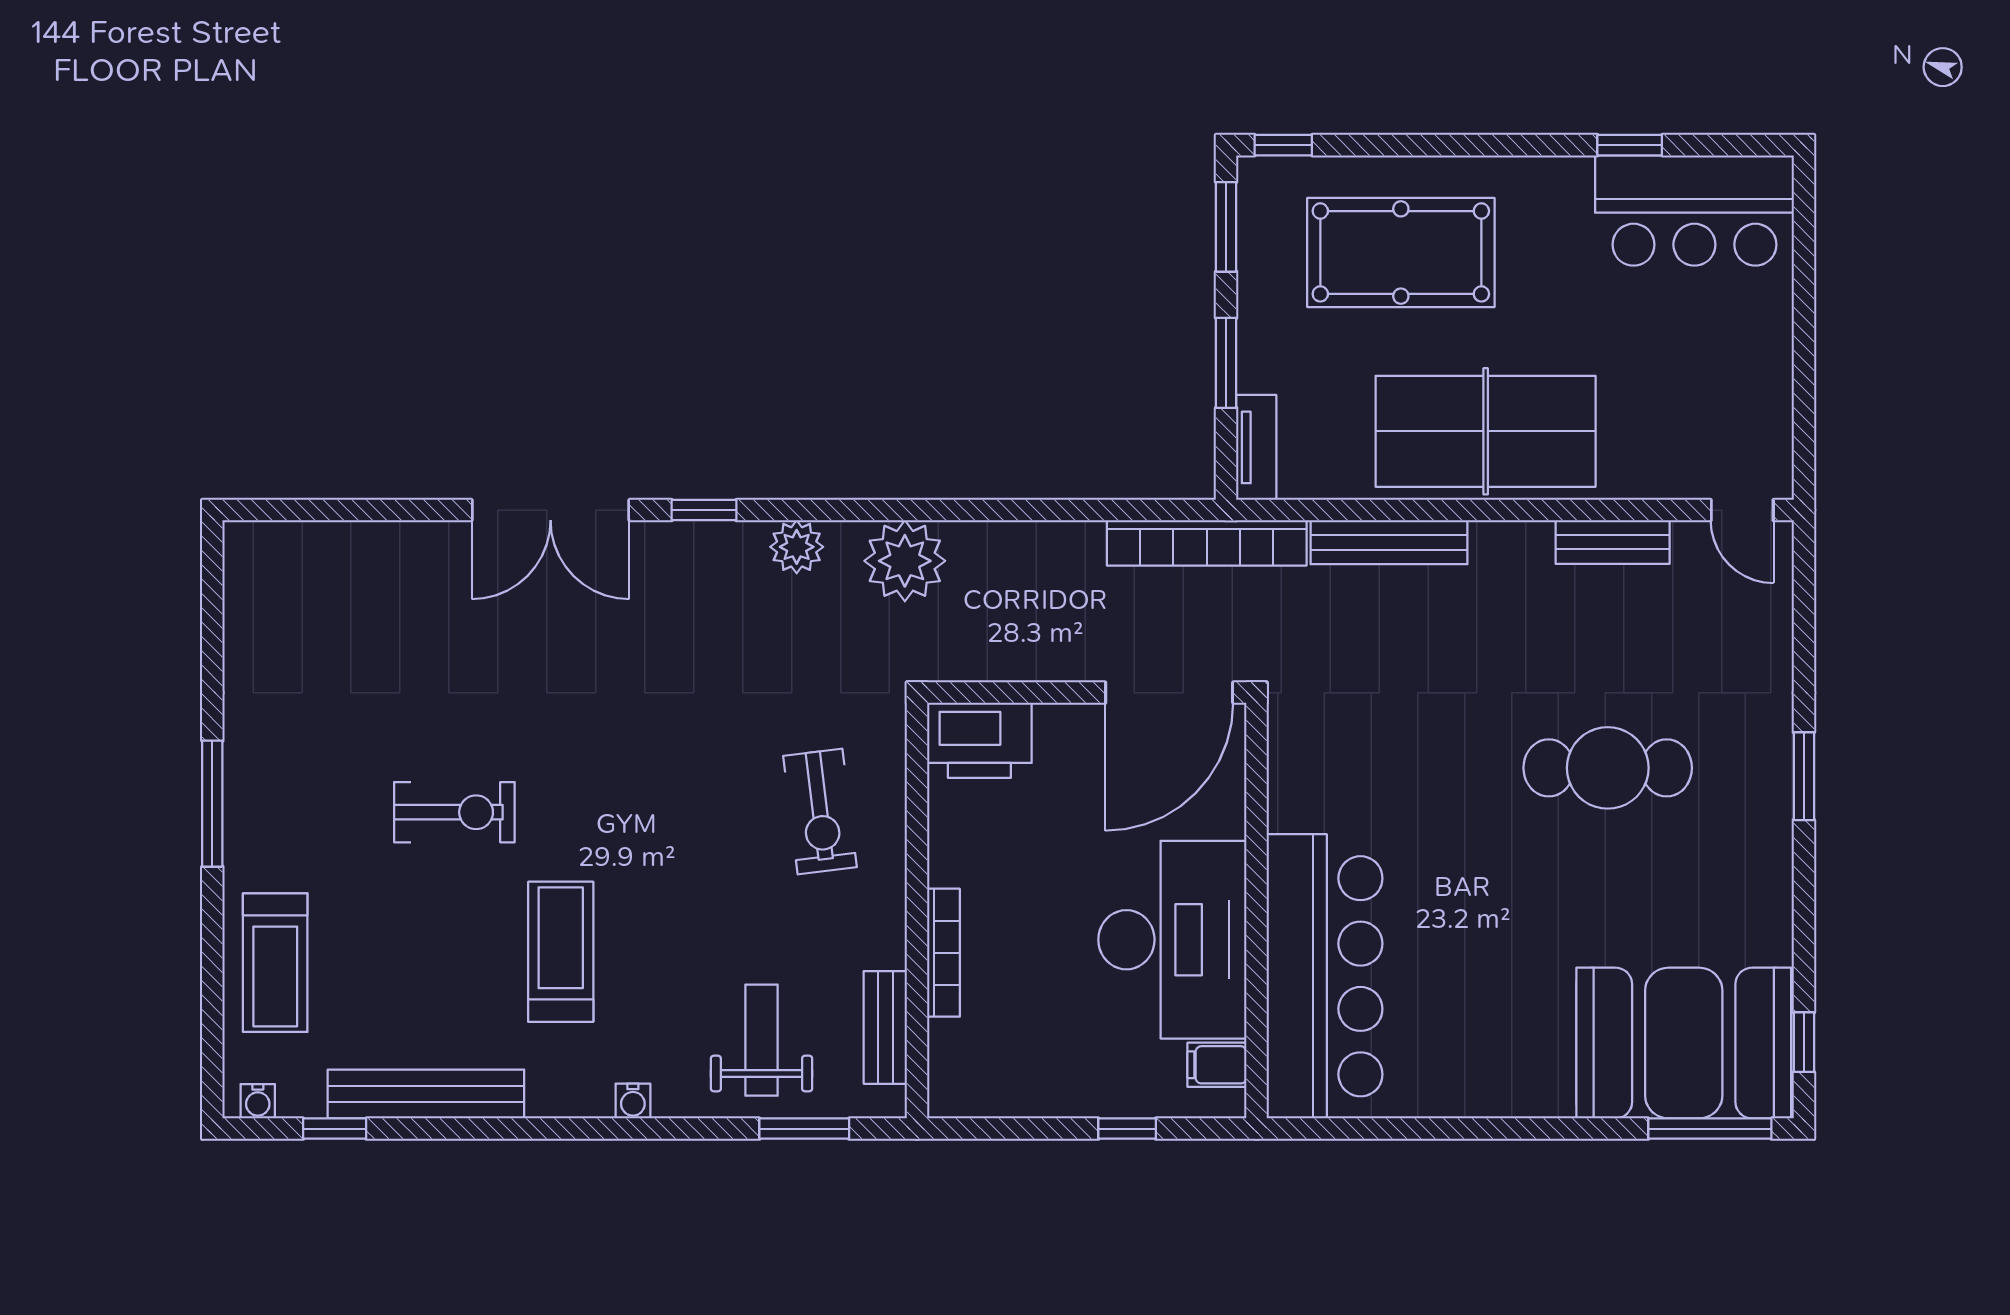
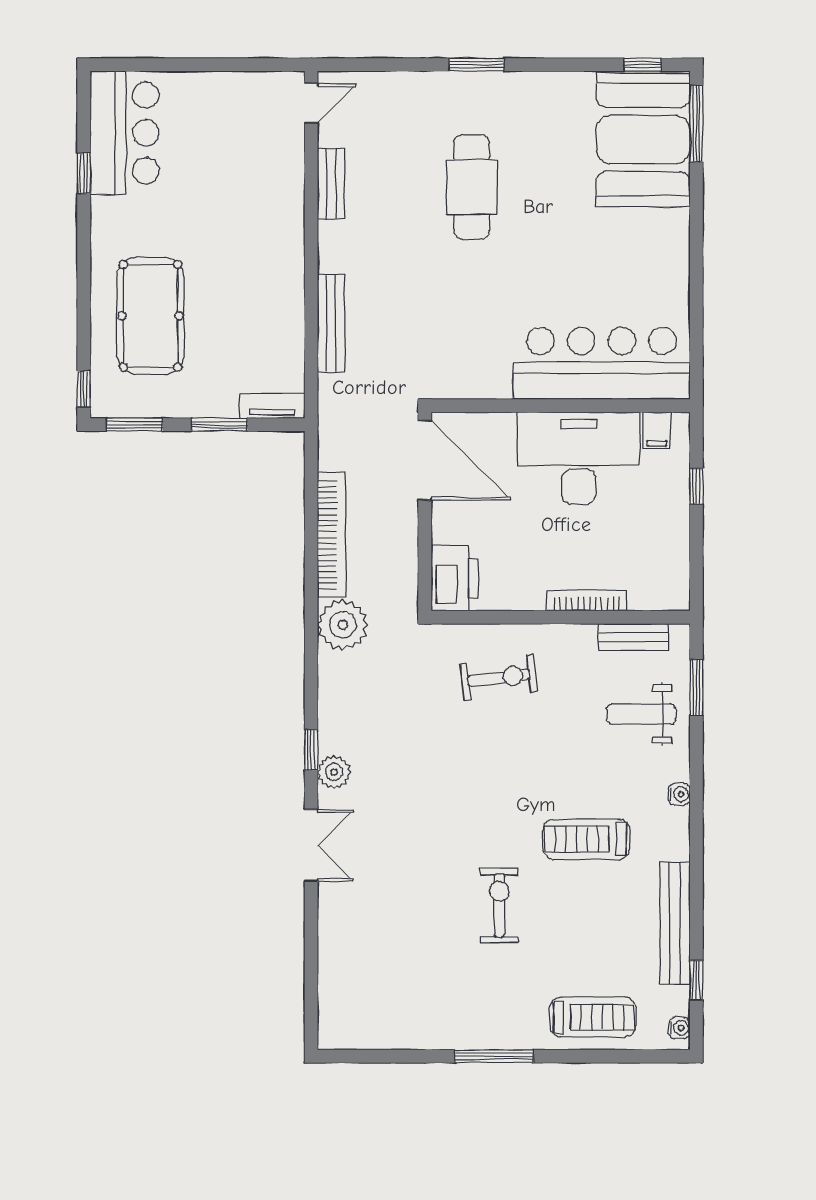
table tennis table: (1486, 431) -> (262, 263), removed
double door: (551, 510) -> (311, 846), width x0.73
bookcase: (1207, 543) -> (332, 535), moved
plant: (797, 547) -> (334, 772), moved

